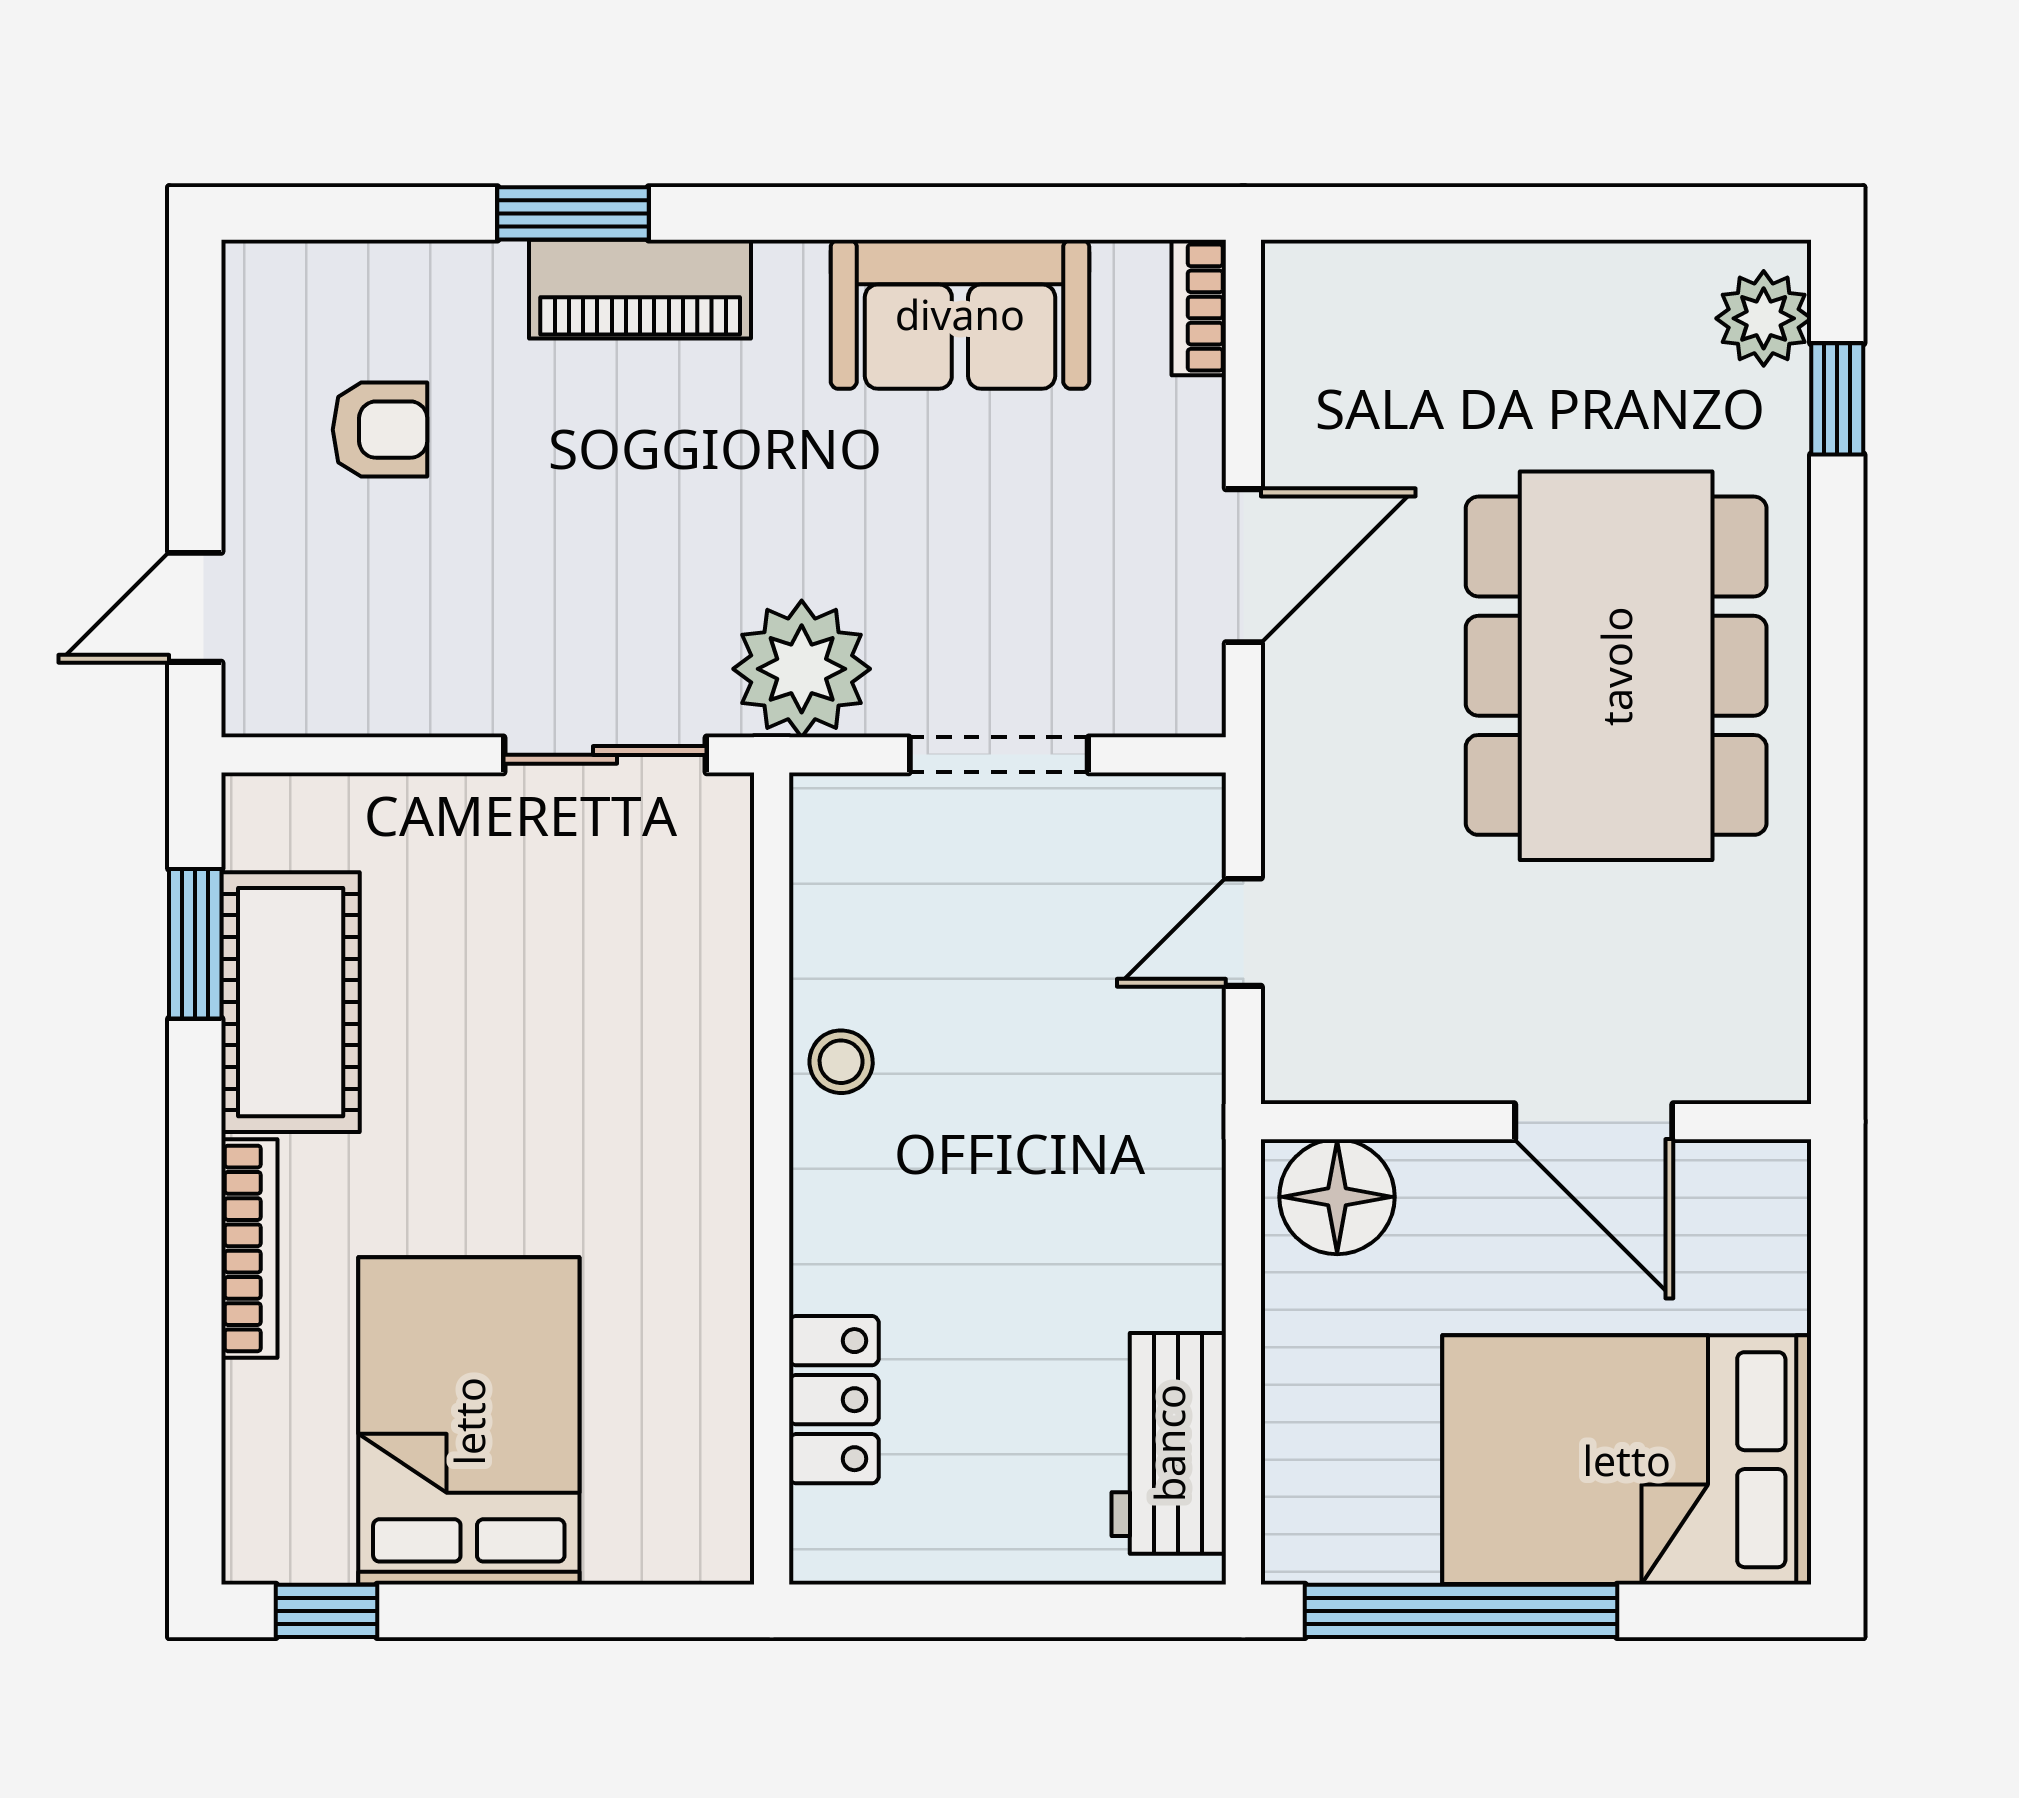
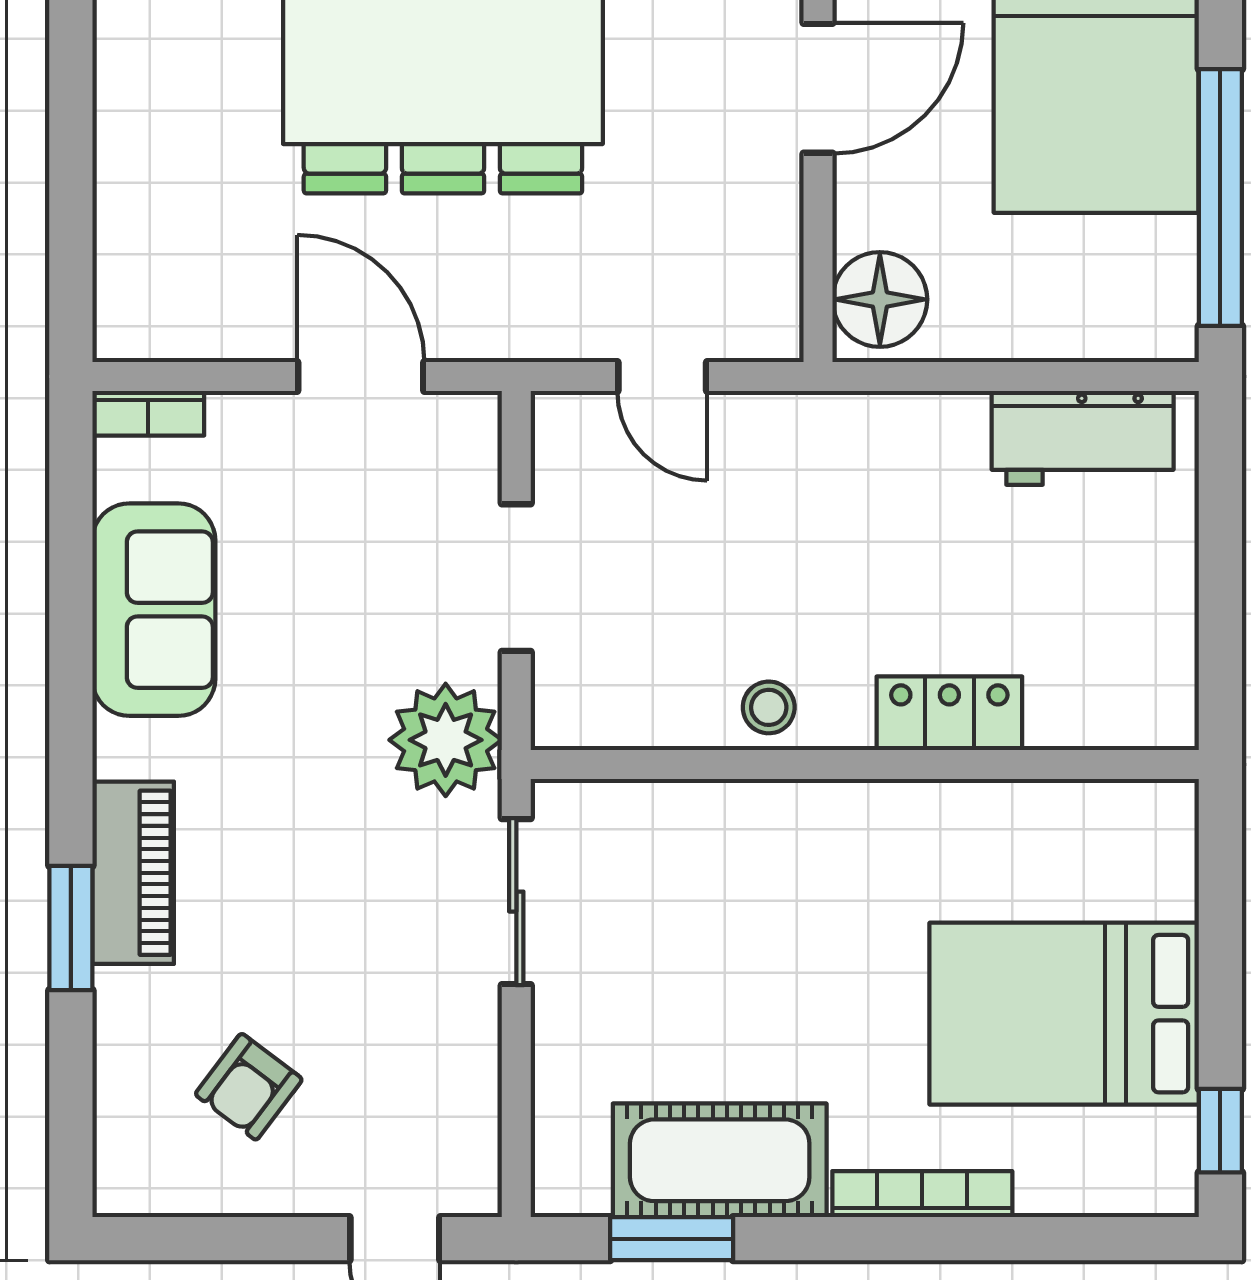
armchair: (380, 430) -> (249, 1087), turned -143
locker: (834, 1400) -> (949, 713), moved

